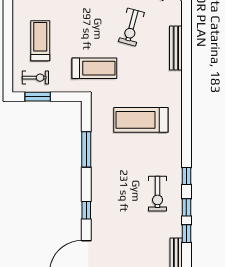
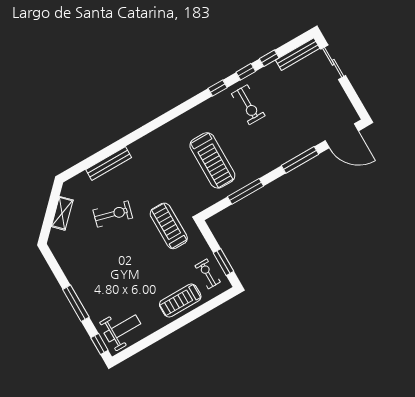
treadmill: (40, 41) -> (180, 300), moved
treadmill: (141, 120) -> (212, 160), moved
exercise bike: (158, 194) -> (248, 105), turned 90
window: (86, 210) -> (300, 160), width x2.17

